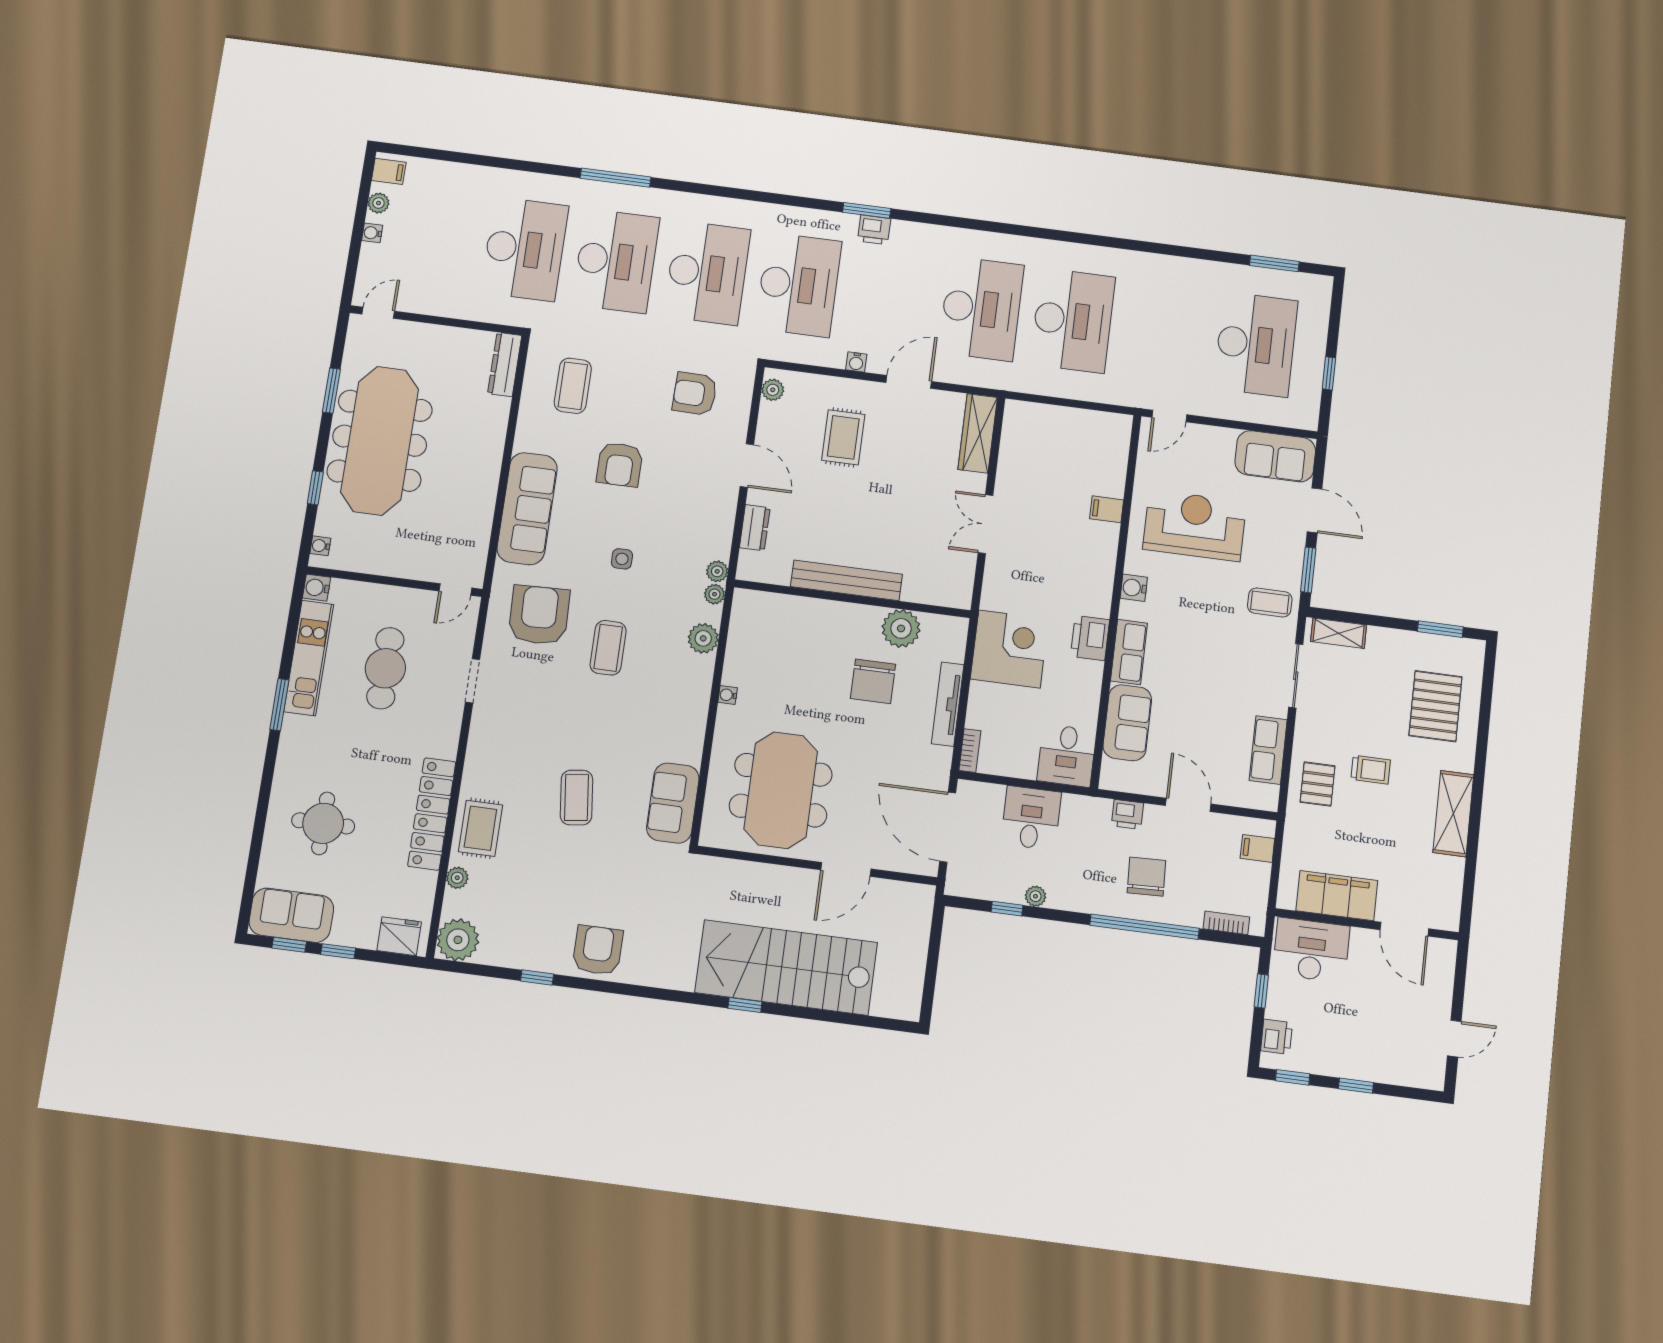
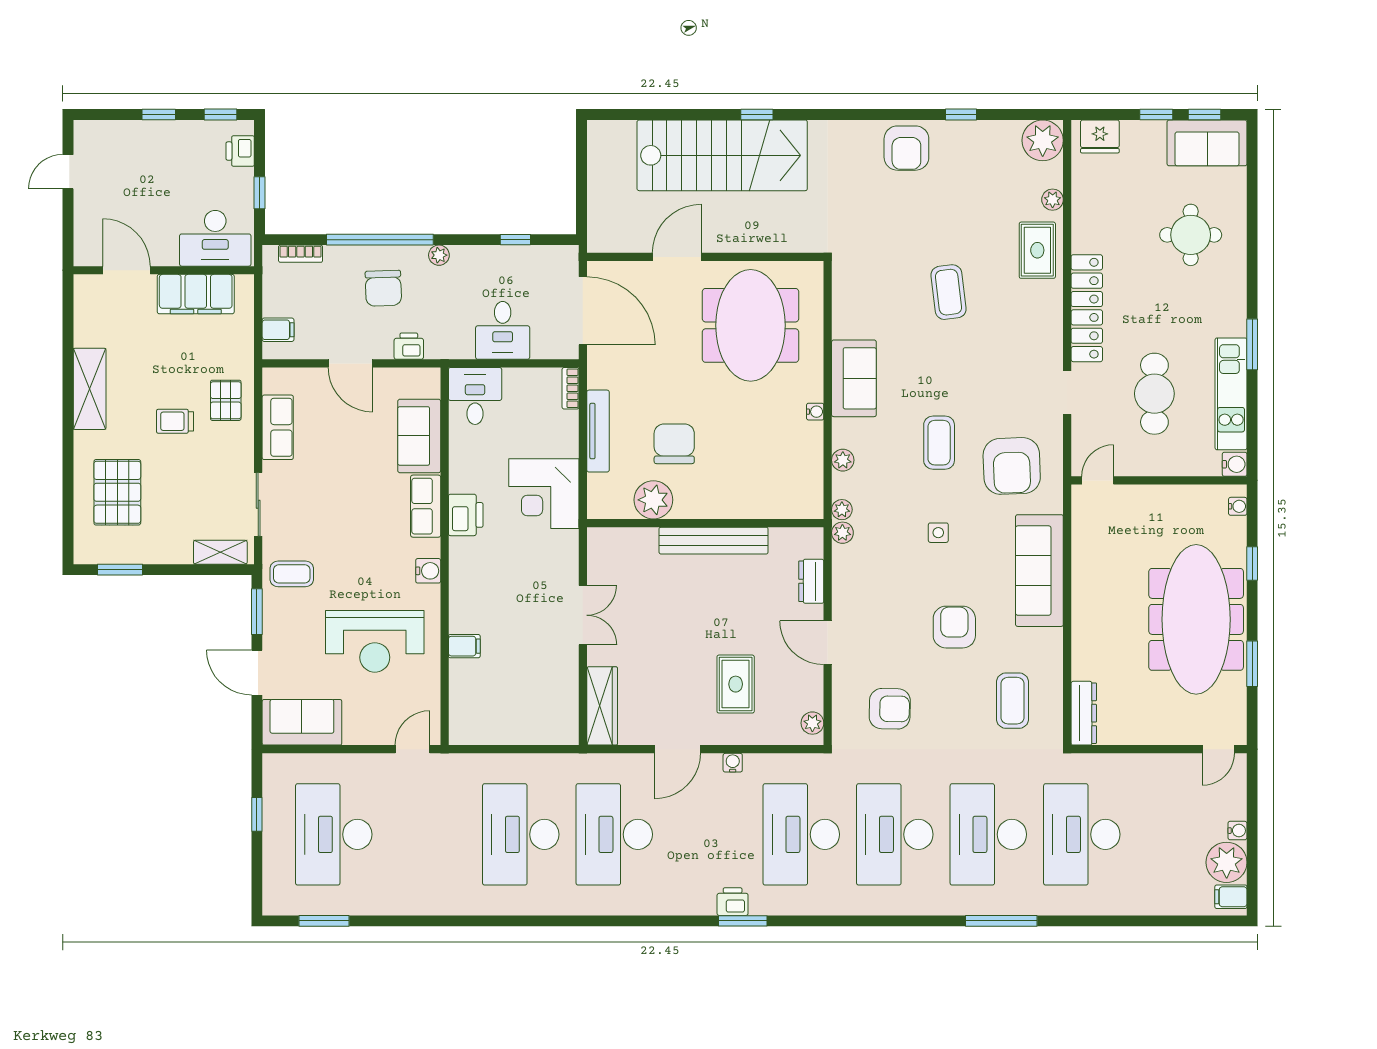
plant: (379, 203) -> (1227, 862), width x1.88, depth x1.88
plant: (703, 638) -> (843, 460), width x0.73, depth x0.73
sofa: (673, 803) -> (854, 378), moved
locker: (432, 814) -> (1087, 308), moved
plant: (1035, 896) -> (439, 255), moved

